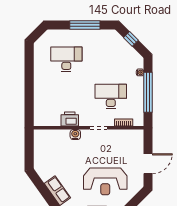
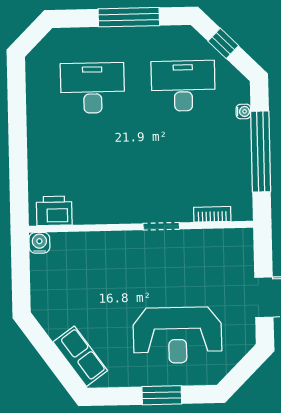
desk: (111, 96) -> (183, 86), moved
printer: (70, 119) -> (54, 211), moved
water cooler: (75, 135) -> (39, 243), moved

